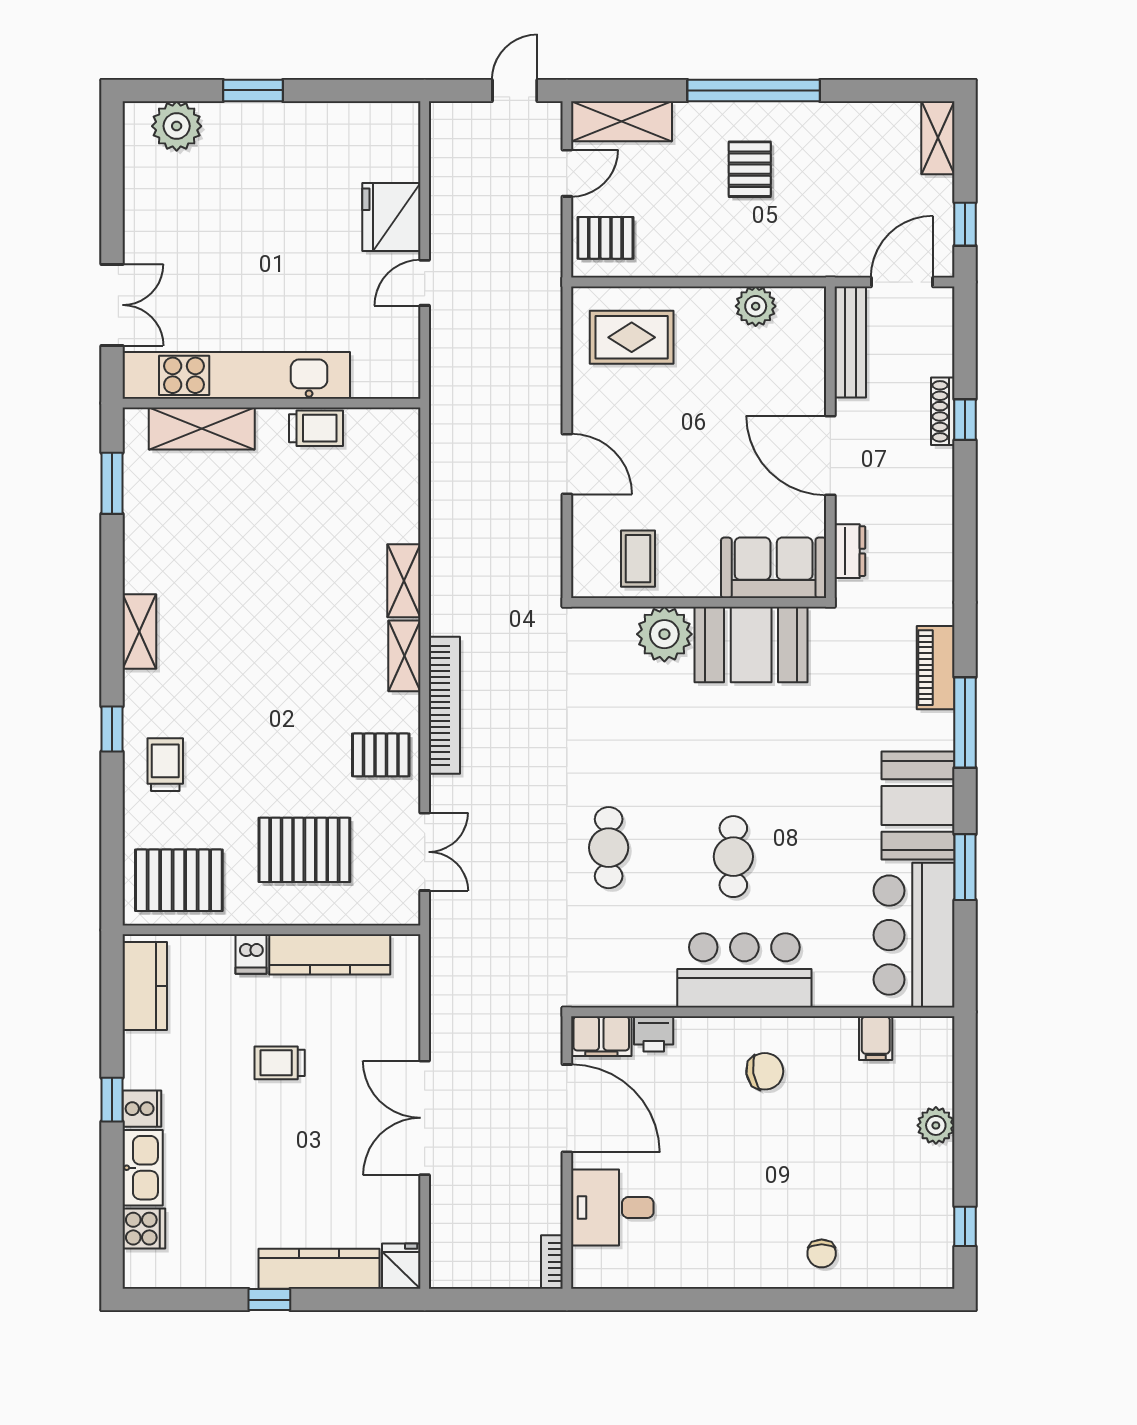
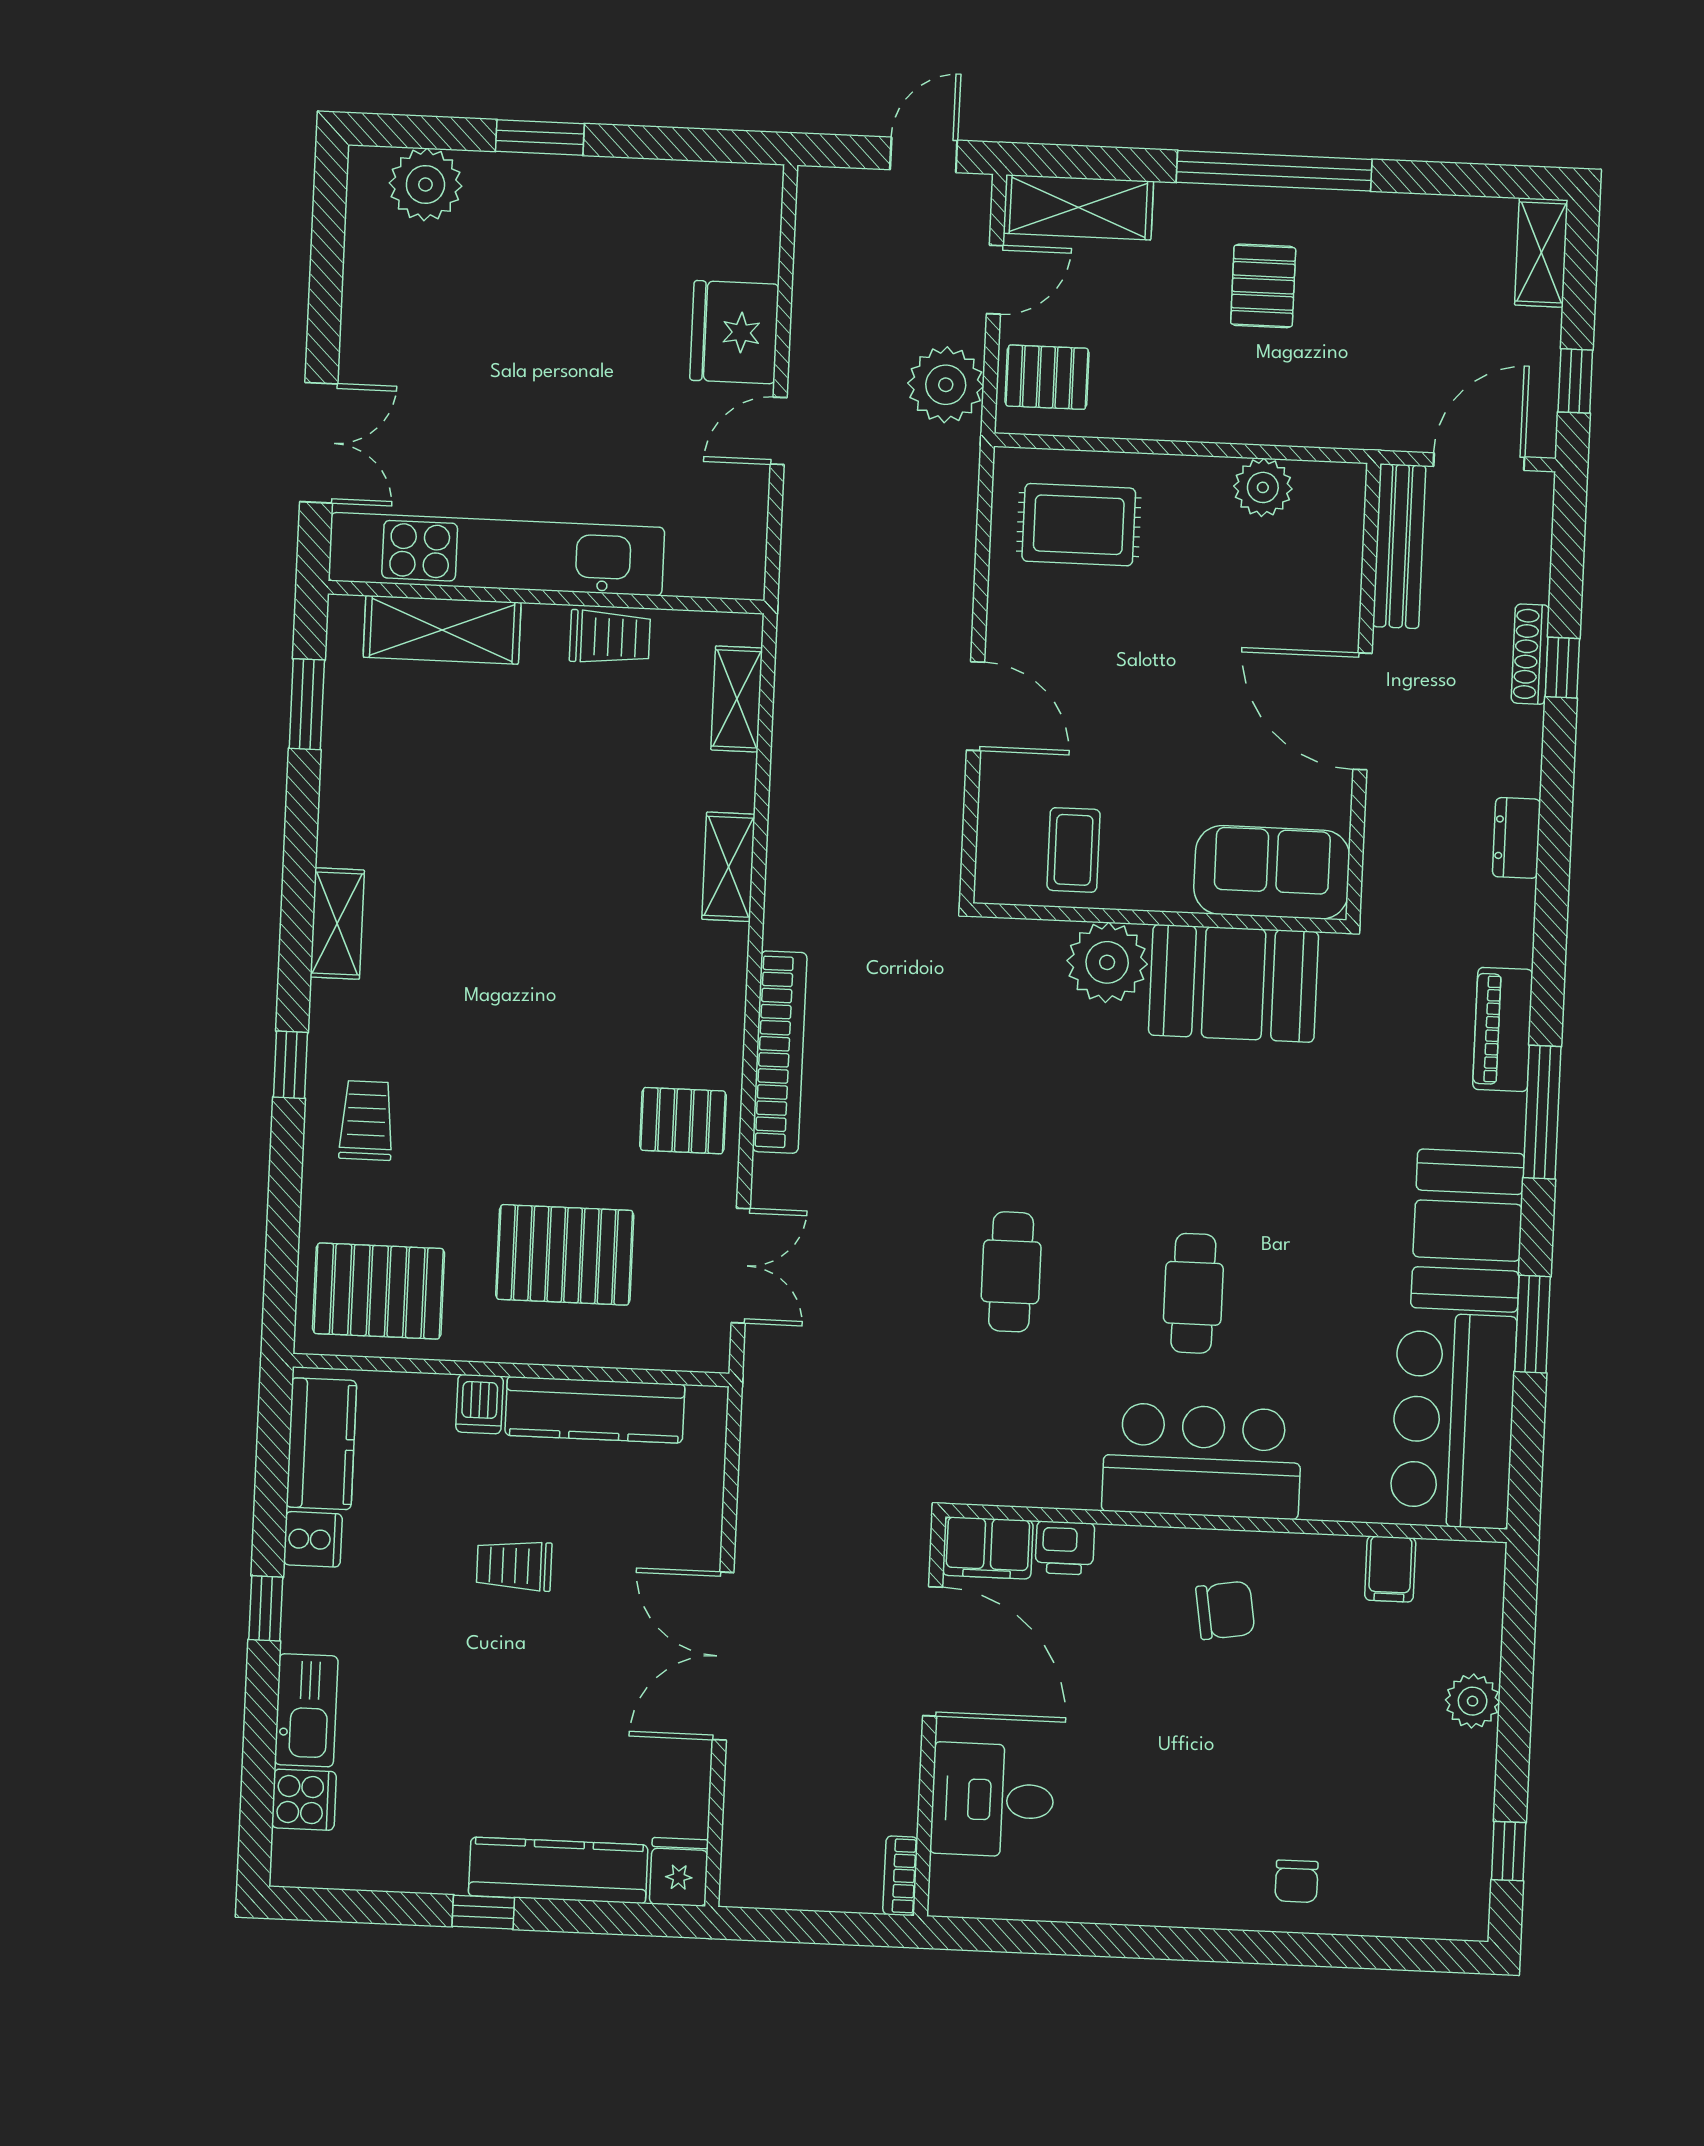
plant: (537, 246) -> (946, 385), added
dresser: (850, 551) -> (1517, 838), moved, turned 180
shelving: (404, 656) -> (737, 699), moved
cooker: (142, 1109) -> (313, 1539), moved

